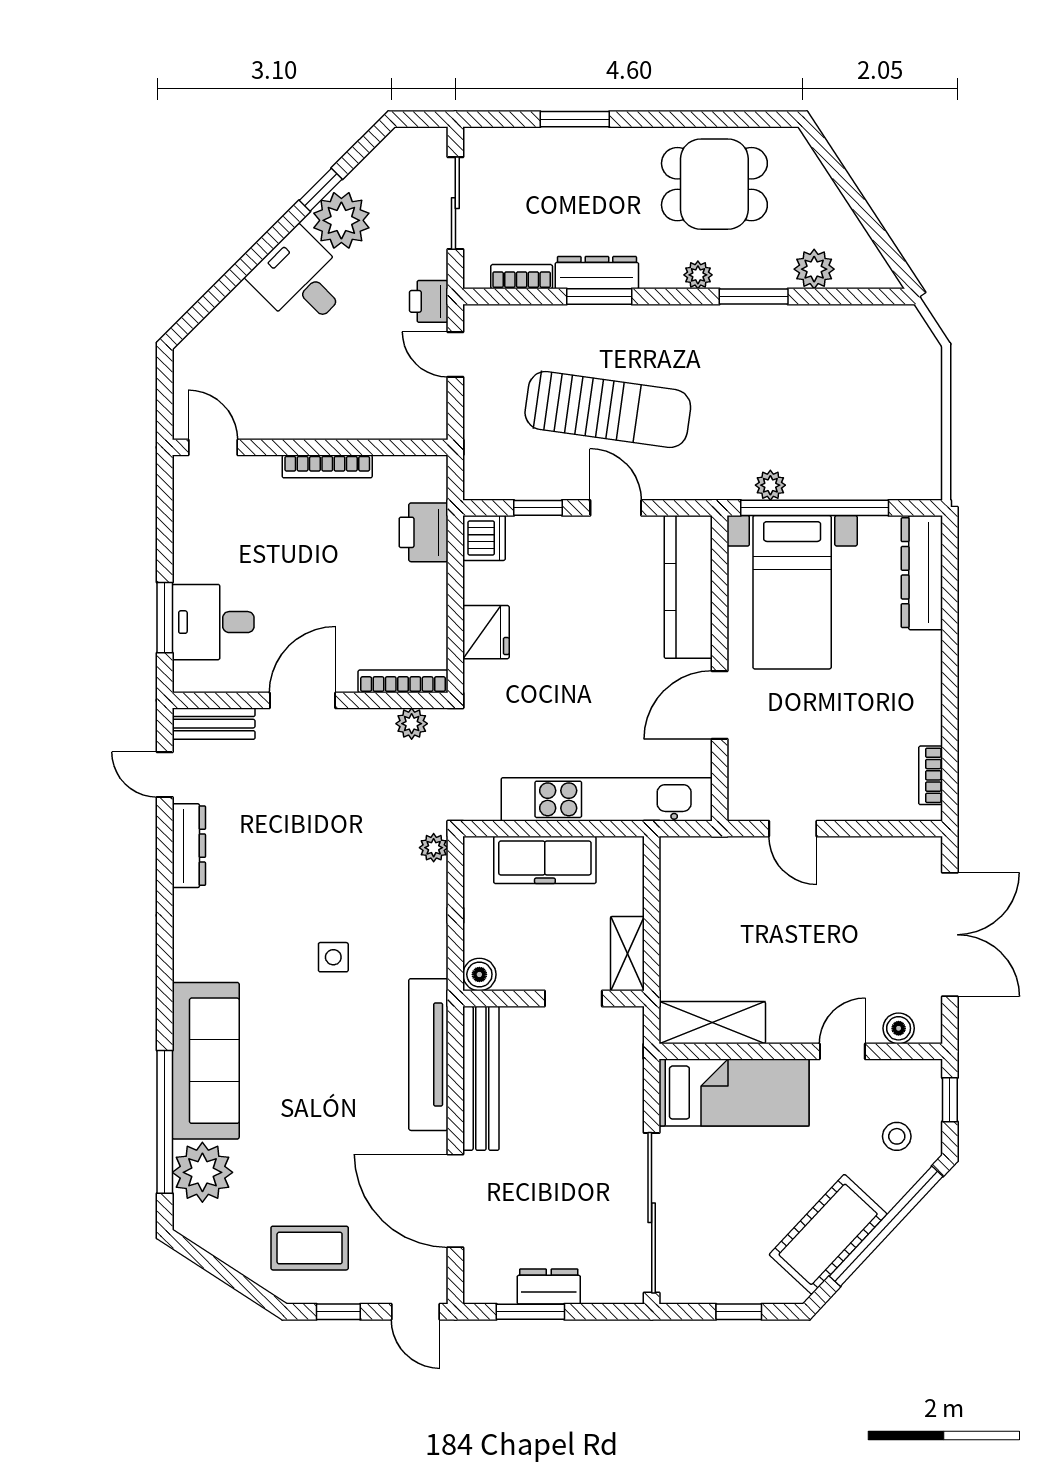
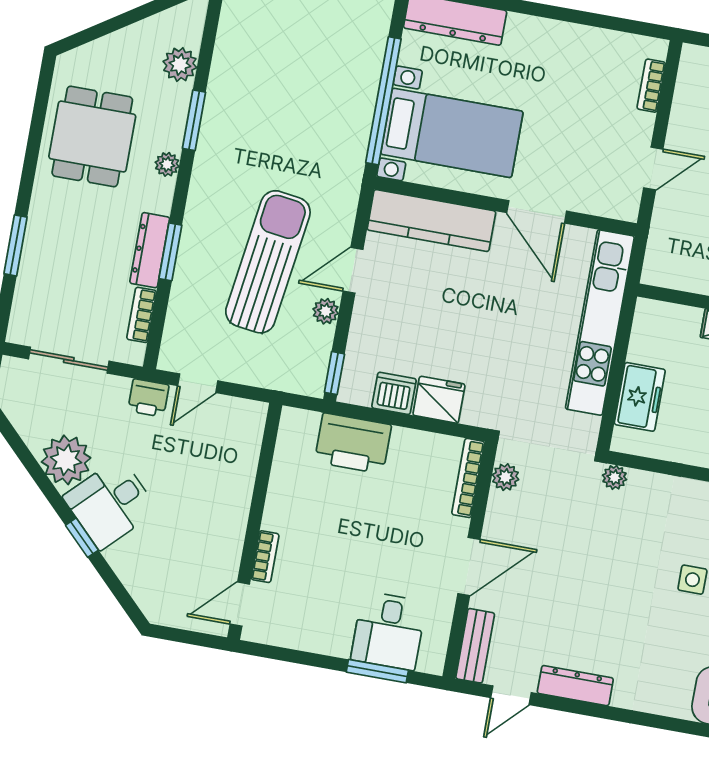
window: (321, 190) -> (82, 538), moved
bookcase: (327, 466) -> (265, 557), moved, width x0.64
plant: (770, 485) -> (326, 311), moved
window: (538, 508) -> (334, 373), moved
printer: (424, 532) -> (353, 443), width x1.37, depth x1.19
dishwasher: (484, 538) -> (394, 393), moved
door: (302, 700) -> (469, 567), swing flipped
bookcase: (931, 775) -> (651, 86), moved, turned 90
freezer: (545, 860) -> (640, 397), width x0.71

